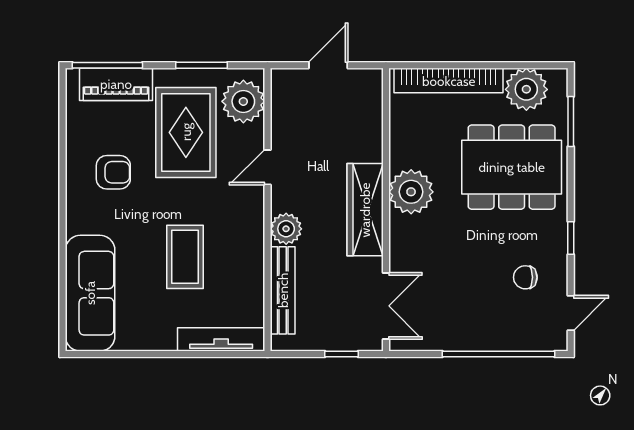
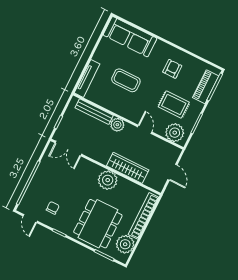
rug: (186, 132) -> (174, 105), width x0.73, depth x0.70
armchair: (113, 172) -> (172, 69), turned 180
wardrobe: (365, 210) -> (128, 168), moved

